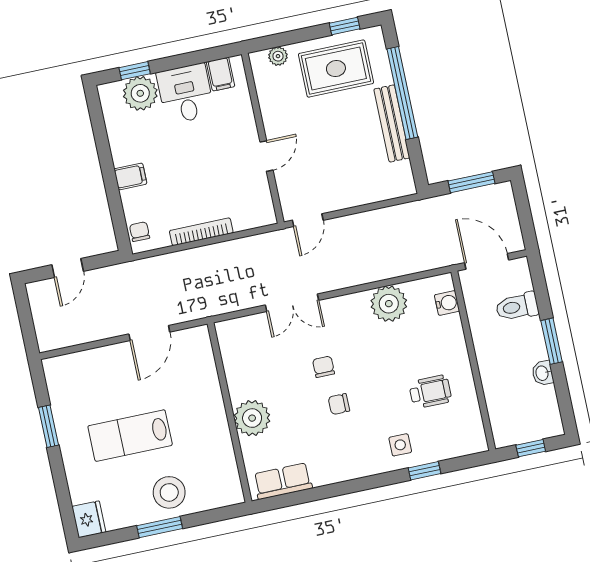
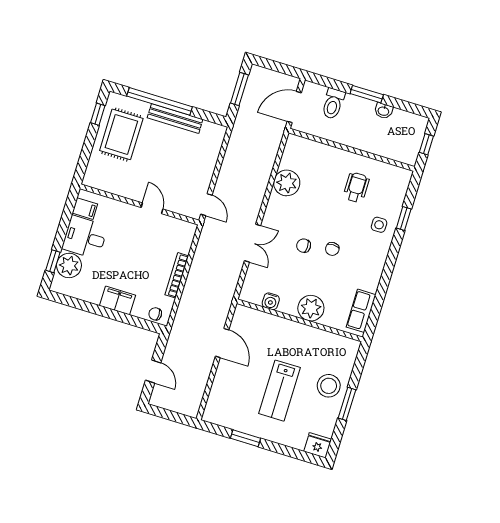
plant: (278, 56) -> (93, 166), removed
filing cabinet: (130, 176) -> (118, 300), width x2.00
water cooler: (447, 303) -> (271, 301), moved, turned 180

